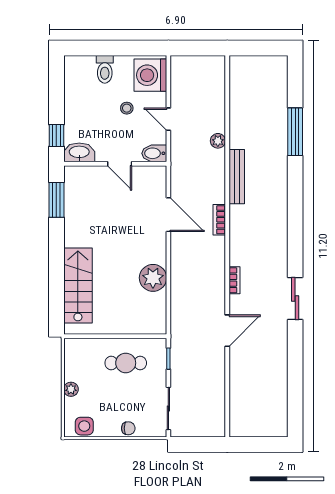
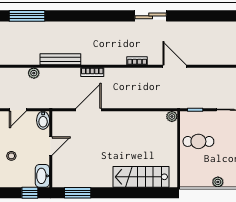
stool: (127, 108) -> (11, 156), moved
plant: (153, 278) -> (172, 116), moved, width x0.53, depth x0.53
cafe table: (126, 363) -> (198, 141), turned 90

